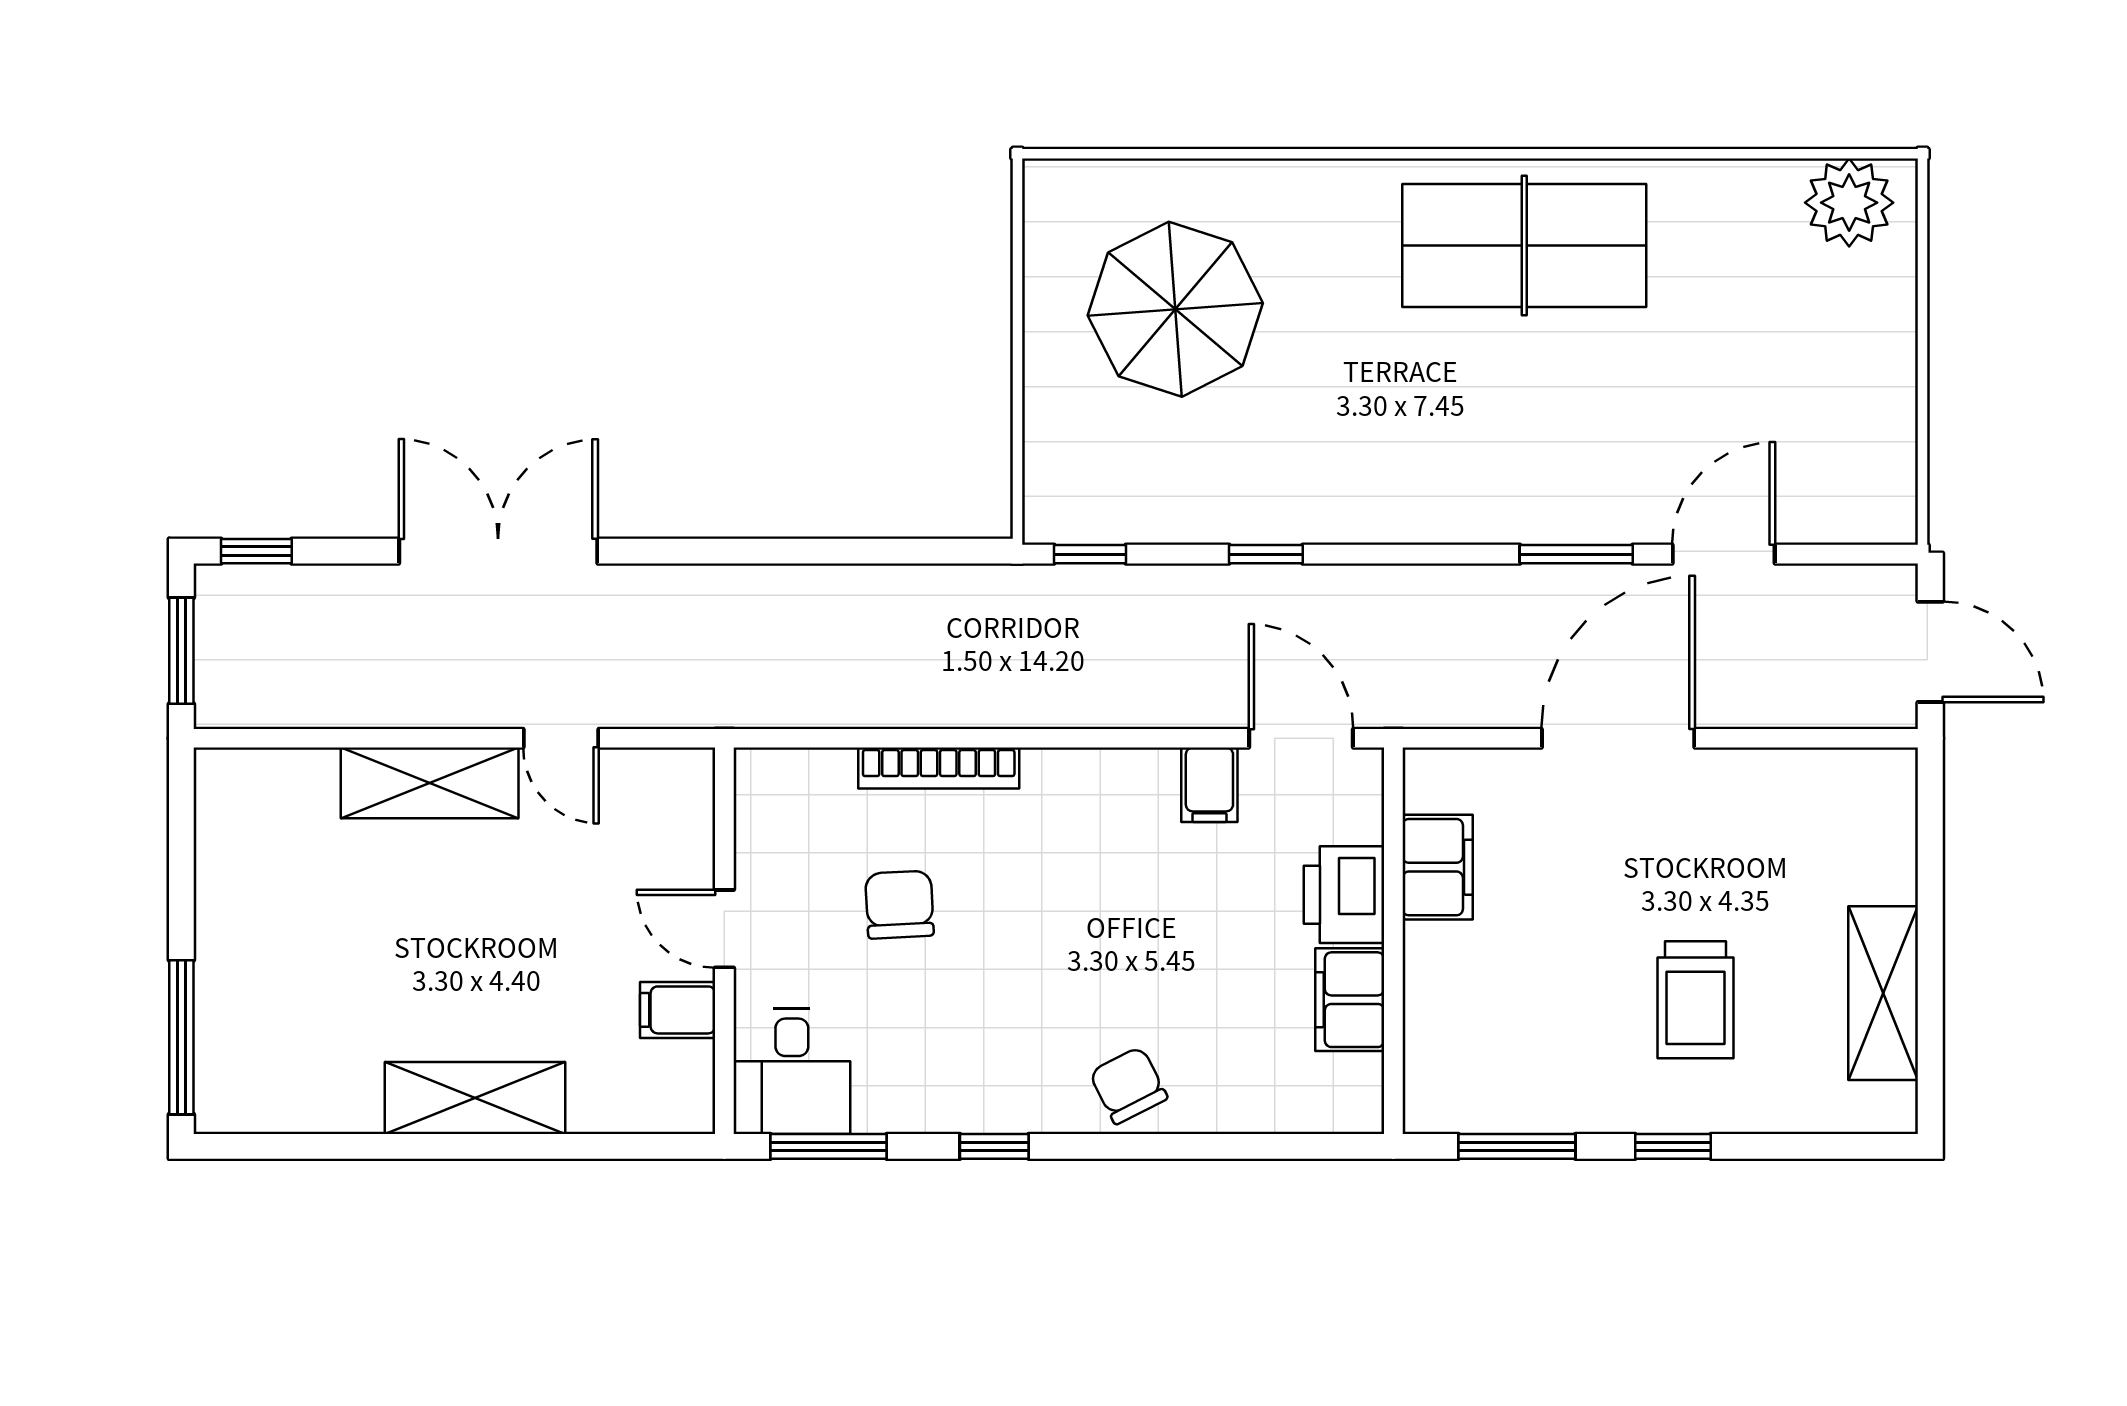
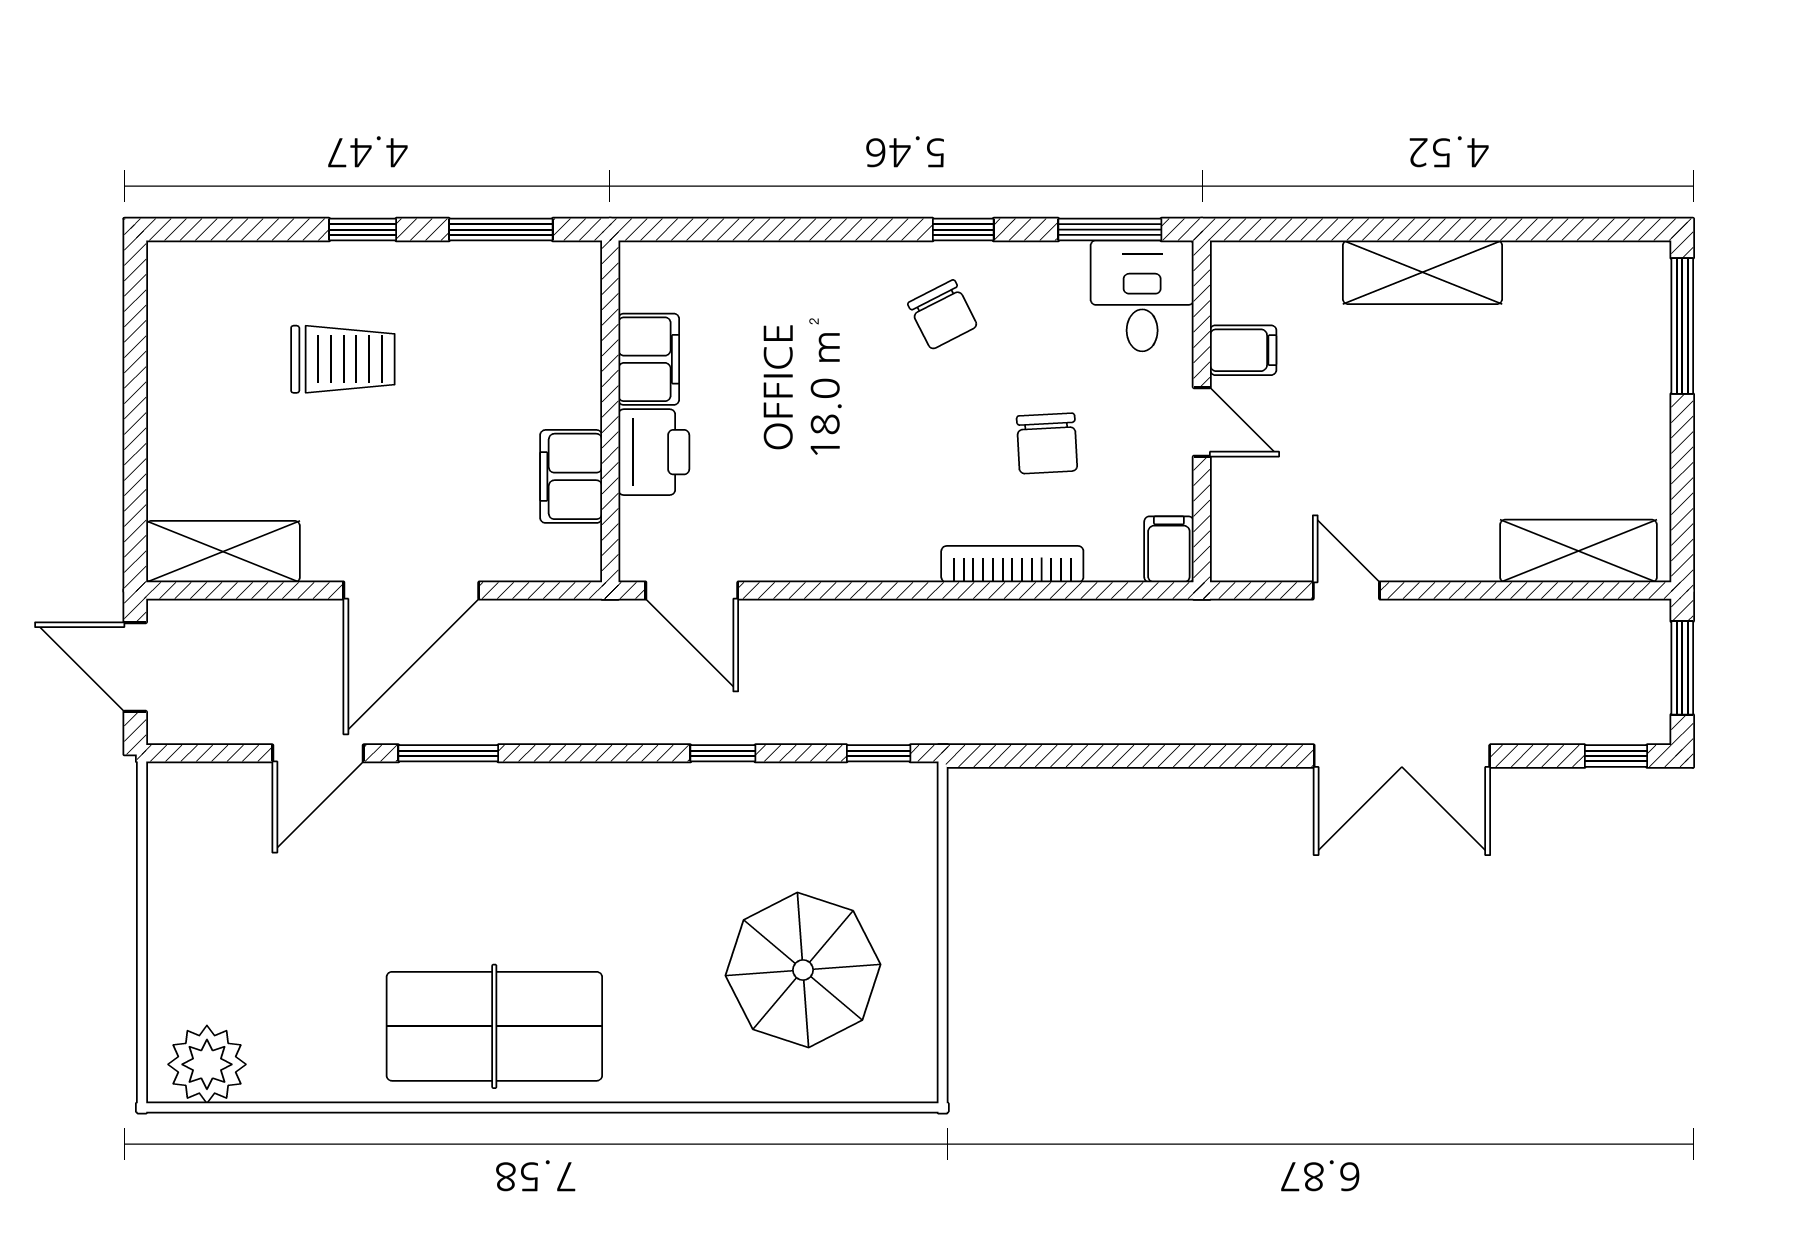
shelving: (430, 783) -> (1579, 551), moved
filing cabinet: (1209, 785) -> (1169, 549), moved
shelving: (1883, 993) -> (223, 552), moved, turned 90
trolley: (1696, 1000) -> (343, 359), turned 90
chair: (1128, 1085) -> (943, 315), moved

